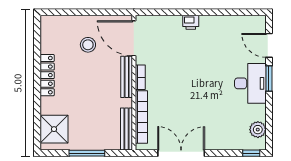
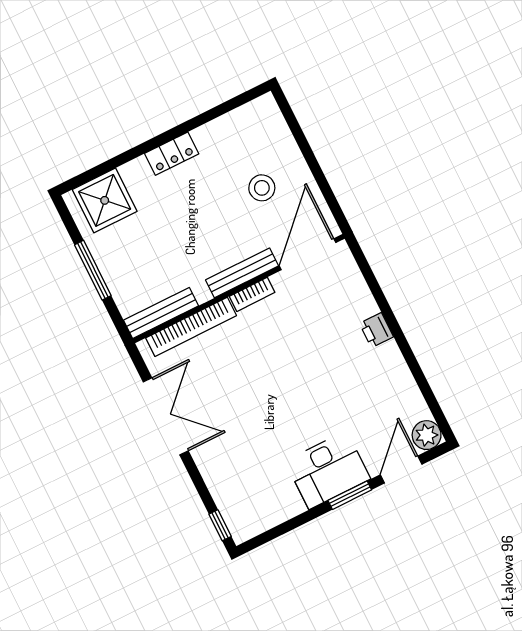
locker: (47, 75) -> (172, 154), width x0.66
plant: (258, 130) -> (427, 435), moved

